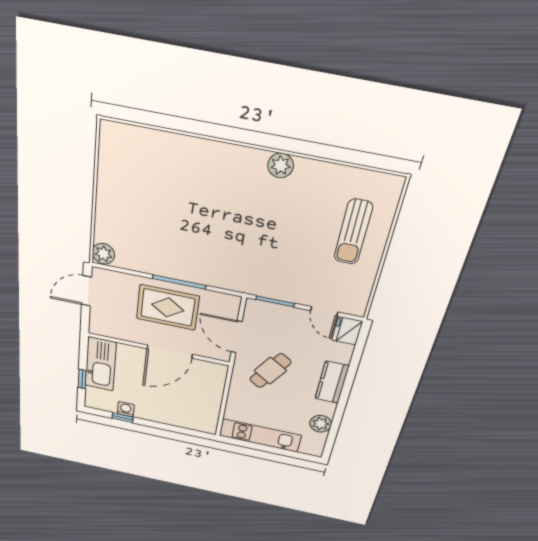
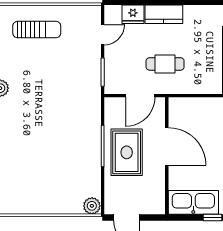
fridge: (347, 331) -> (133, 14), moved
cafe table: (270, 371) -> (165, 64), turned -33
plant: (321, 424) -> (207, 14), removed

